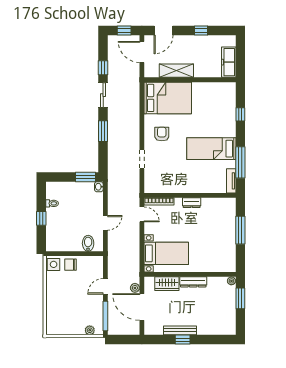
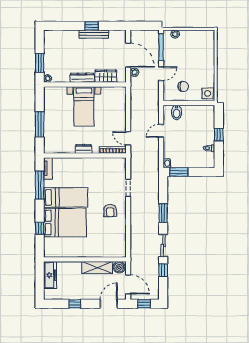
boiler: (152, 71) -> (119, 267), added
bed: (168, 98) -> (65, 222), moved, turned 180
bed with nightstands: (166, 253) -> (84, 106), moved, turned -90
chair: (71, 265) -> (183, 86), moved

